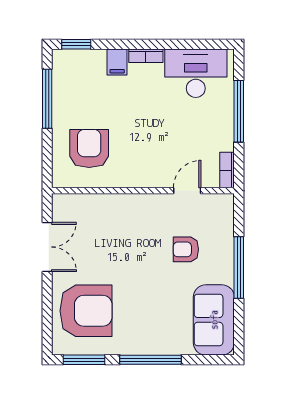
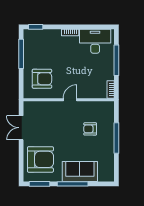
filing cabinet: (117, 62) -> (56, 36), removed
armchair: (89, 149) -> (42, 79), turned 90
door: (187, 191) -> (70, 100), moved
double door: (47, 247) -> (21, 128), swing flipped
sofa: (214, 320) -> (80, 171), moved, turned 90

